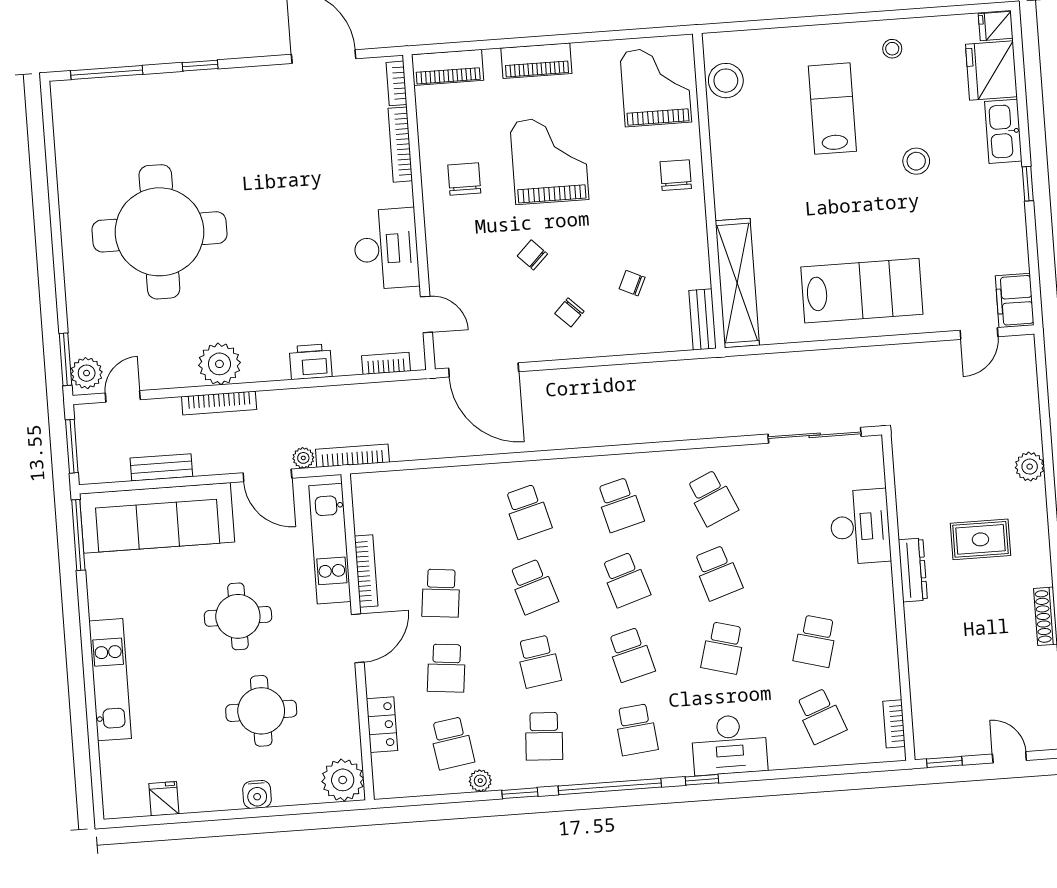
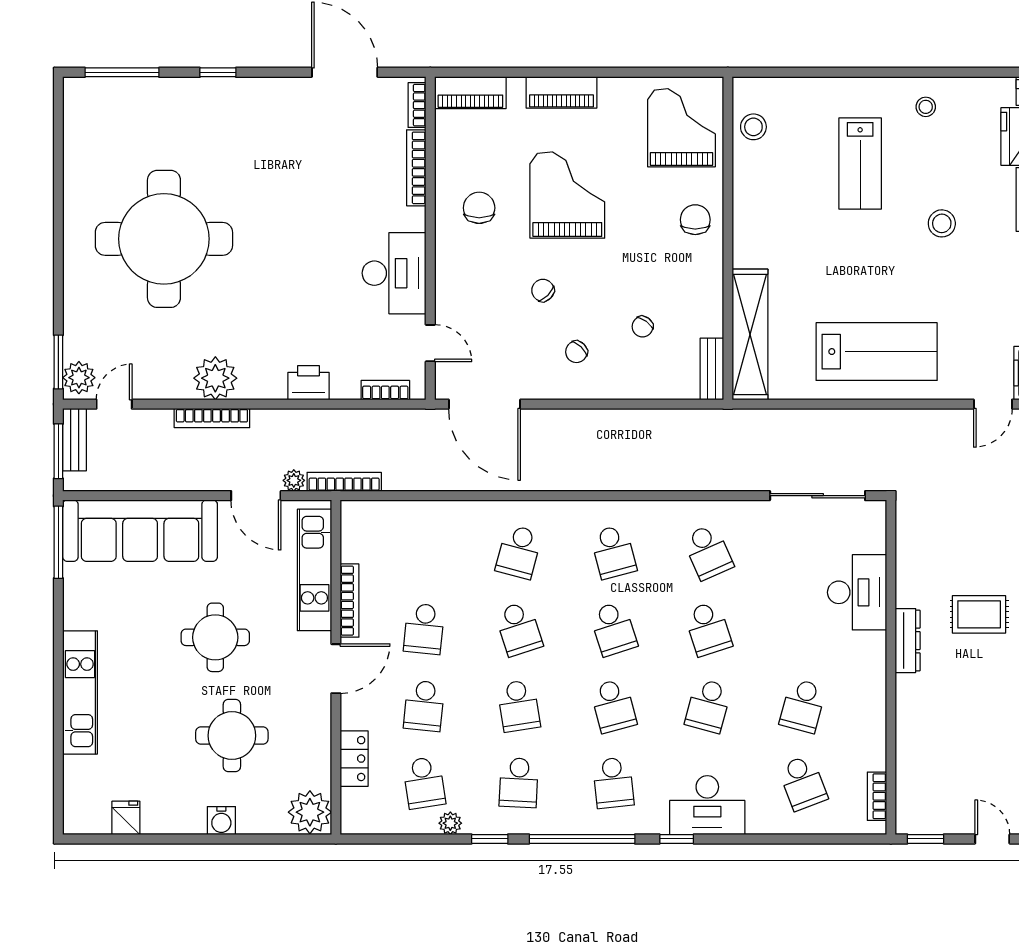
stool: (726, 81) -> (753, 127), width x0.73, depth x0.73
lab bench: (832, 109) -> (860, 163), turned 180
chair: (632, 283) -> (642, 327), turned -79
bench: (161, 467) -> (75, 440), moved, turned 90
school desk: (528, 511) -> (519, 552), turned 30

